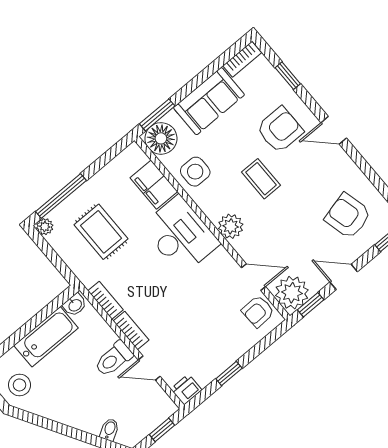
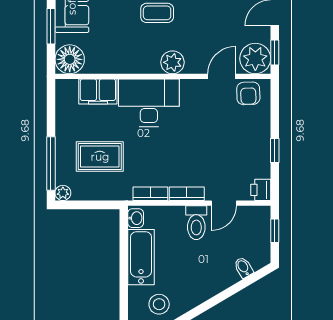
window: (157, 115) -> (51, 26), moved
side table: (195, 172) -> (113, 55), removed

